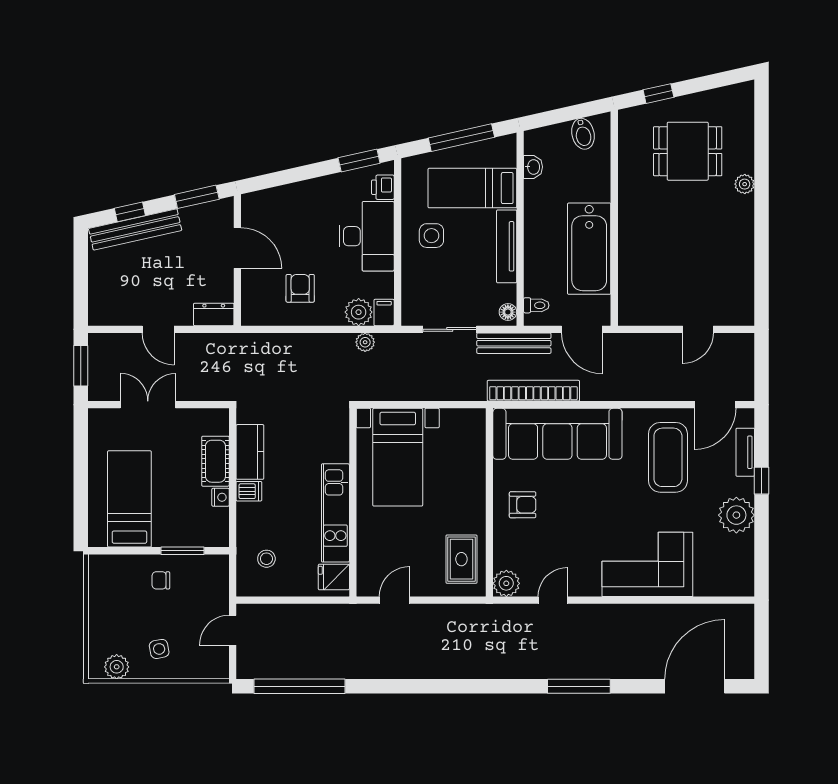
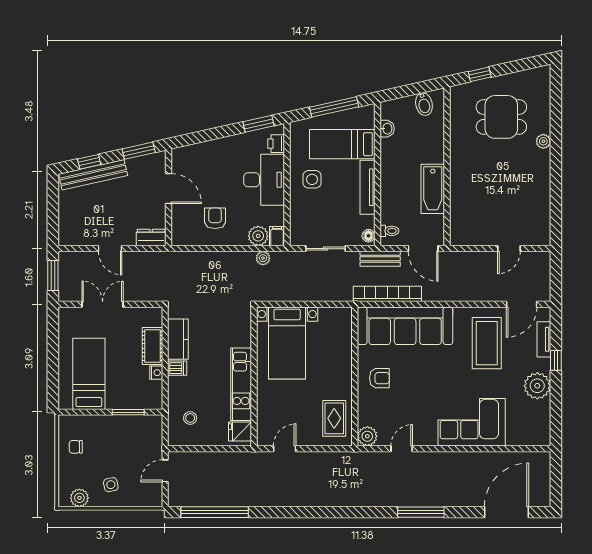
bathtub: (589, 249) -> (433, 189), width x0.73, depth x0.73
bench: (514, 343) -> (380, 259), width x0.73
chair: (161, 580) -> (76, 447), moved

